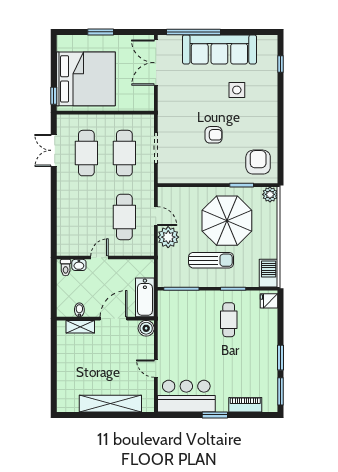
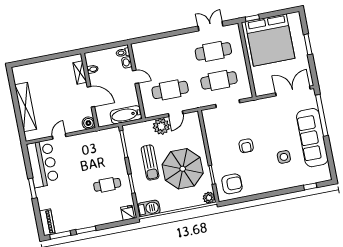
bathtub: (145, 297) -> (126, 115), moved
piano: (245, 405) -> (47, 222), moved

